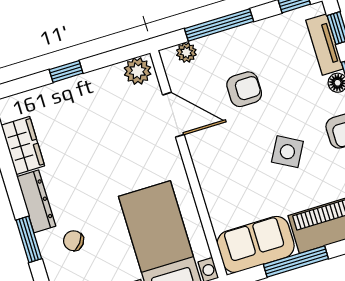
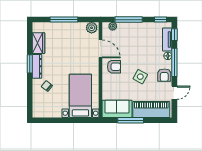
window: (66, 71) -> (64, 20), width x2.17
armchair: (244, 89) -> (114, 67), moved
window: (29, 239) -> (30, 64), moved

